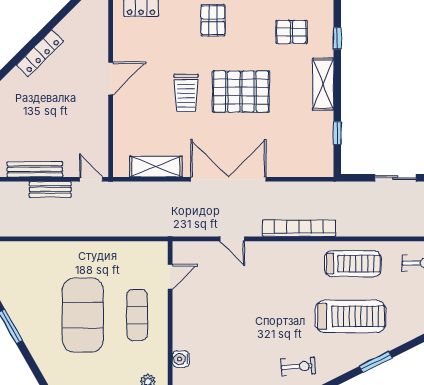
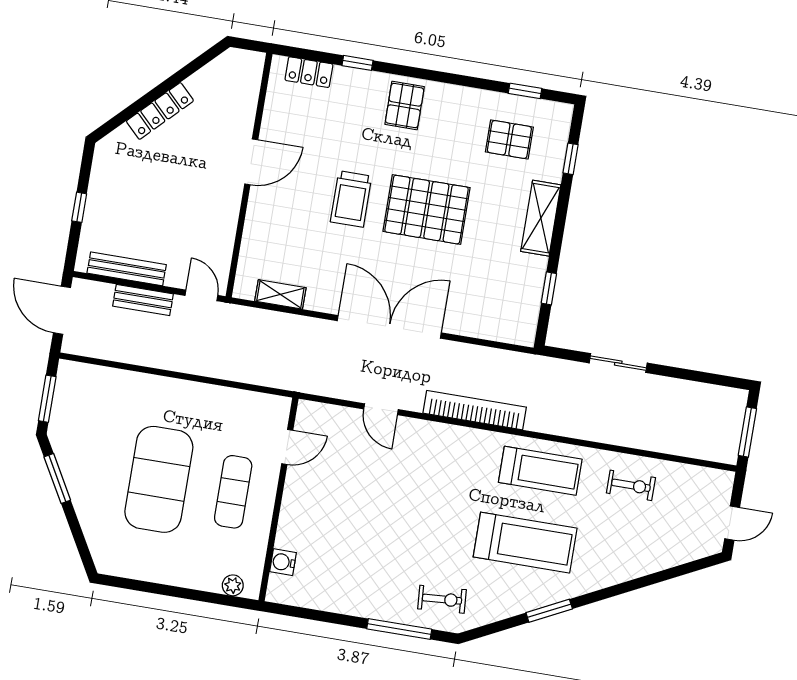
shelving: (156, 167) -> (280, 294), width x0.67, depth x0.75

